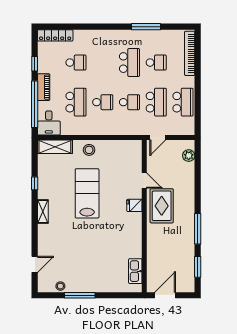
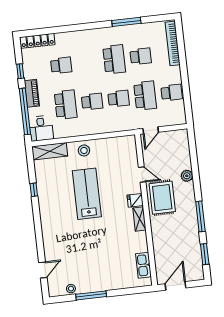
school desk: (183, 102) -> (172, 93), width x0.54
plant: (189, 156) -> (187, 176), moved
shelving: (43, 212) -> (139, 219), moved

